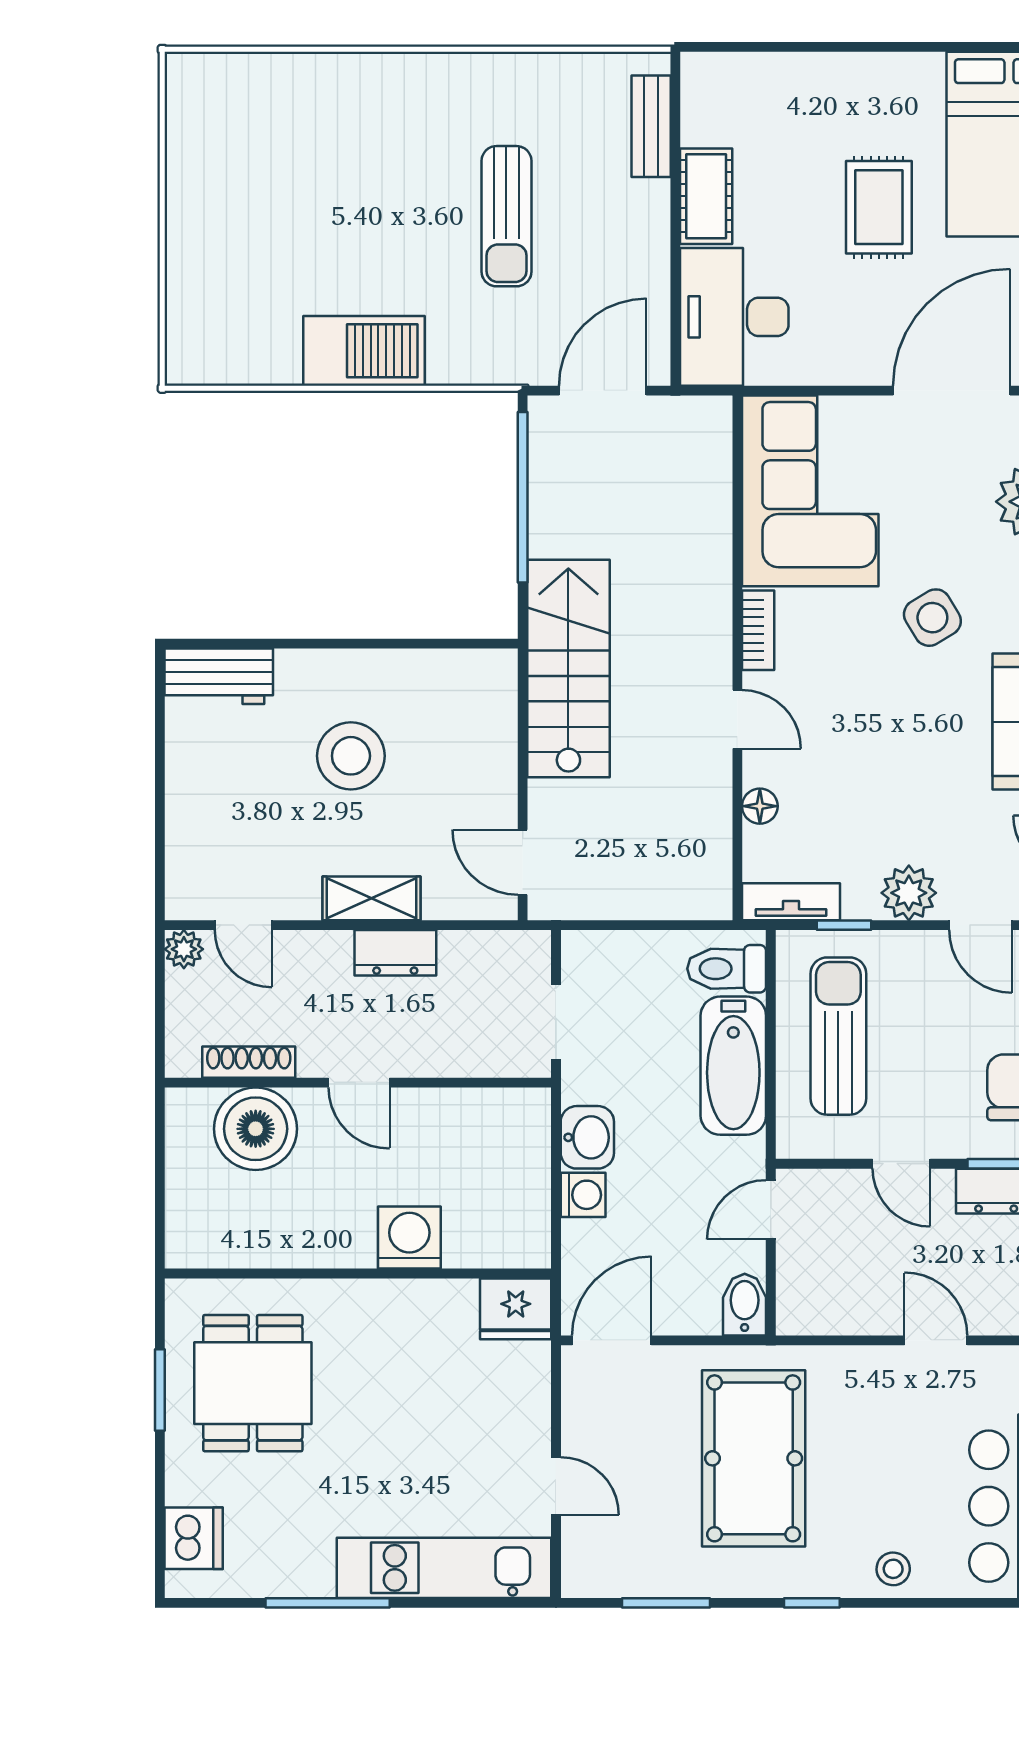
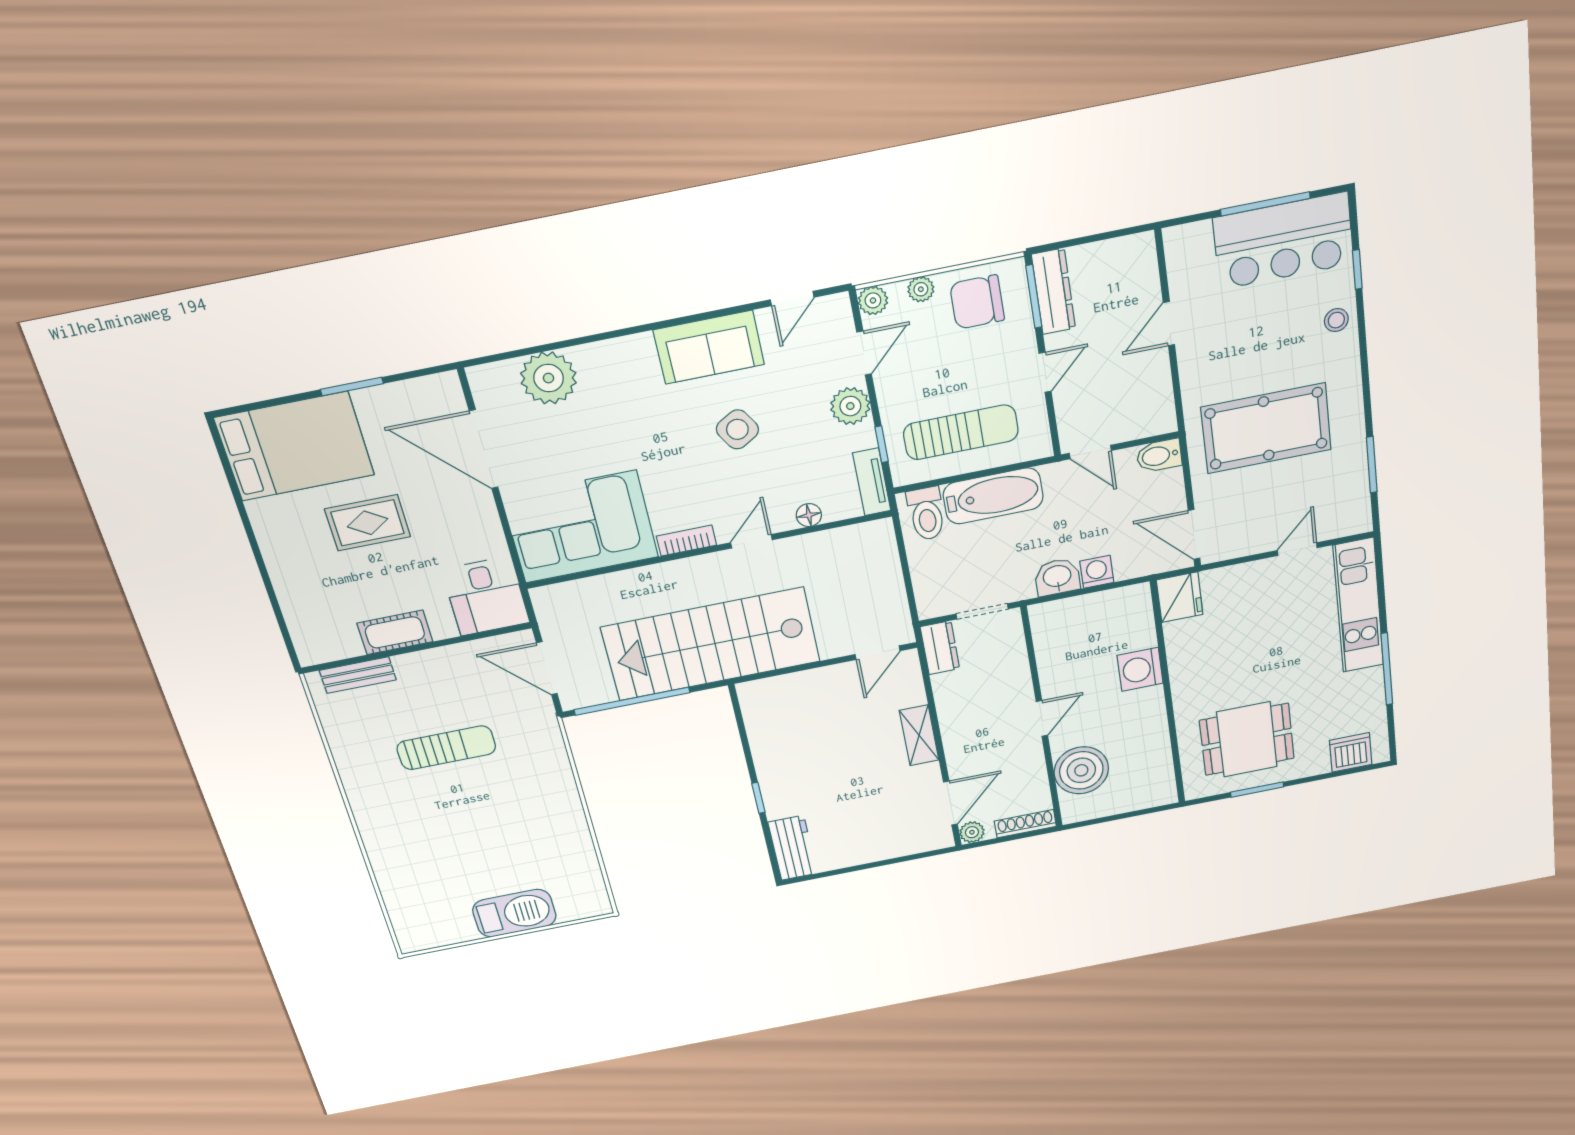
desk: (734, 317) -> (486, 596), width x0.73
barbecue: (364, 351) -> (514, 913), moved, turned 90
side table: (932, 618) -> (737, 429), moved
window: (318, 644) -> (758, 798), added
stairs: (568, 669) -> (711, 644), width x1.36, depth x1.51
stool: (351, 756) -> (828, 765), removed
door: (243, 925) -> (950, 803), width x1.38
dresser: (395, 953) -> (940, 648), moved
sun lounger: (838, 1036) -> (961, 432), turned 180
shoe rack: (249, 1062) -> (1025, 824), moved, turned 90
window: (812, 1603) -> (1357, 269), moved

